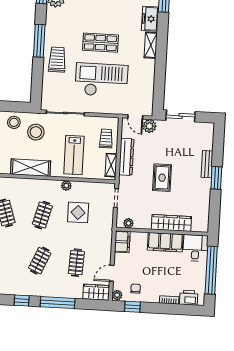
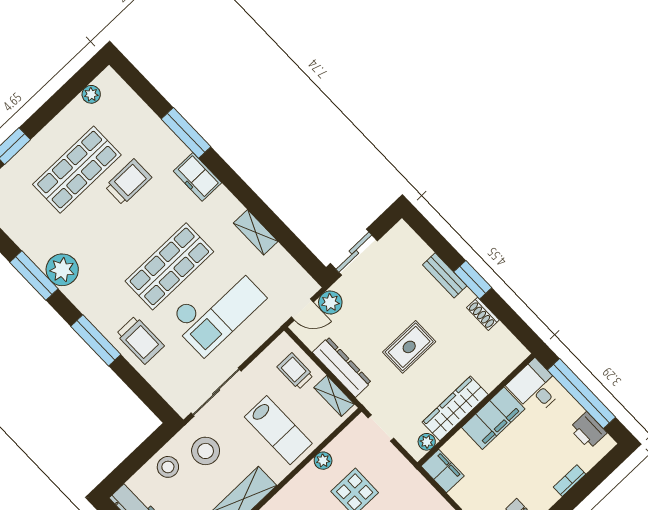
shop shelf: (100, 43) -> (169, 266), width x1.43, depth x1.36
shelving: (151, 45) -> (256, 232), moved
trolley: (57, 60) -> (140, 340), turned 180
checkout: (101, 80) -> (217, 309), turned 180
rug: (162, 178) -> (409, 347), turned 90
plant: (66, 186) -> (323, 461), moved
shoe rack: (206, 196) -> (483, 314), added
wardrobe: (171, 223) -> (455, 408), moved
printer: (189, 298) -> (588, 431), moved, turned -90

